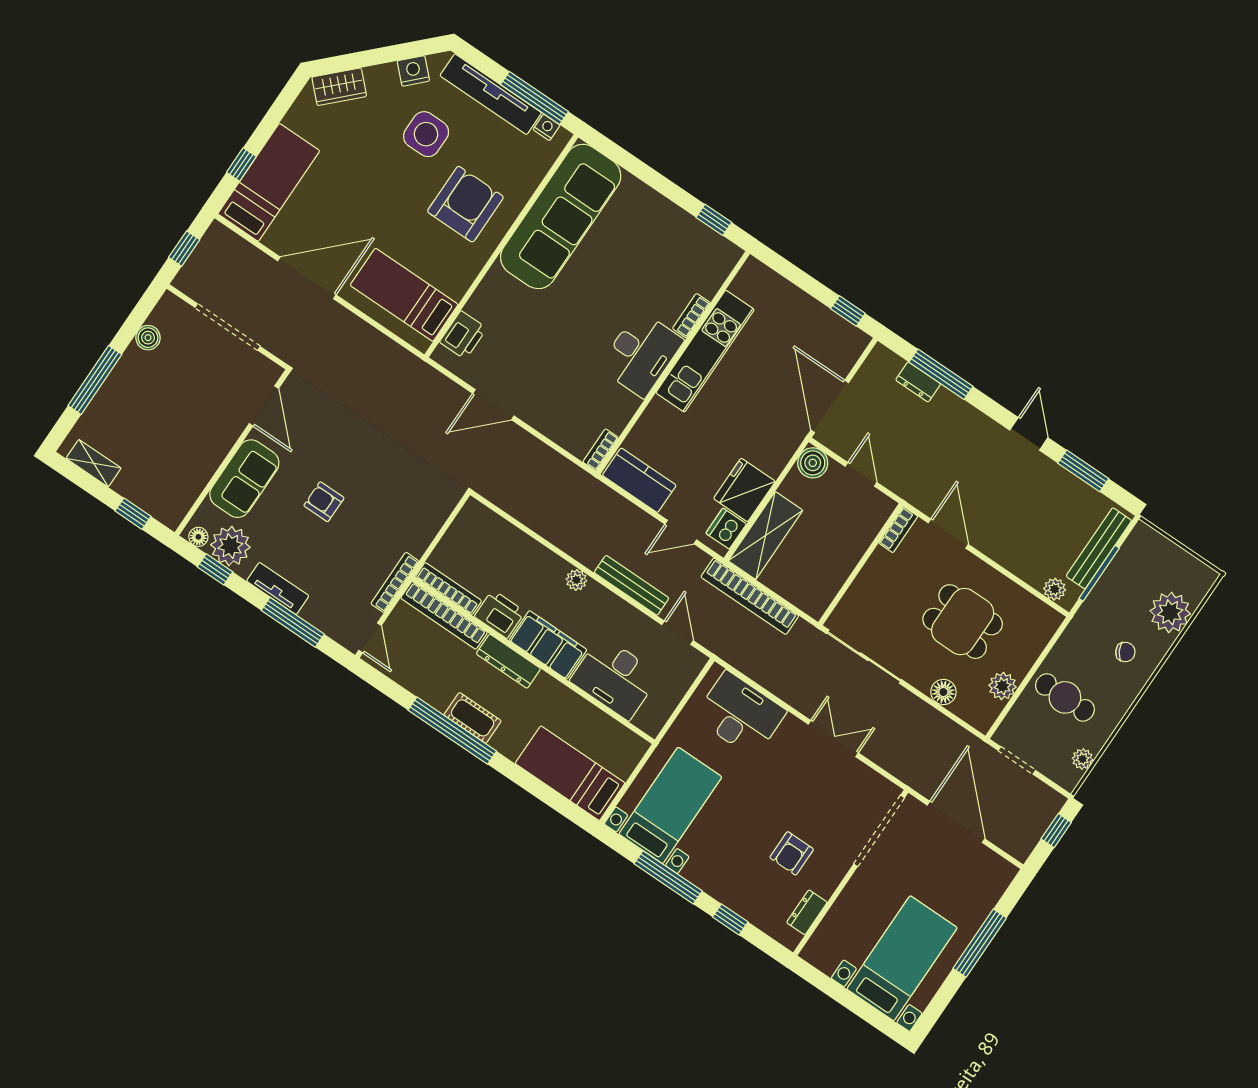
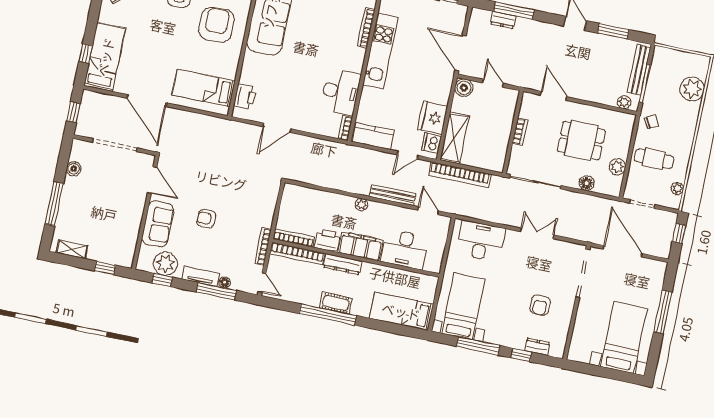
door: (307, 278) -> (147, 101), swing flipped
bookcase: (691, 316) -> (366, 28), width x1.56
desk: (641, 354) -> (341, 92), moved
bookcase: (898, 530) -> (520, 132), moved
floor lamp: (198, 537) -> (225, 282), moved
chair: (1125, 652) -> (651, 122), moved
dresser: (807, 912) -> (537, 347), moved, turned 90

